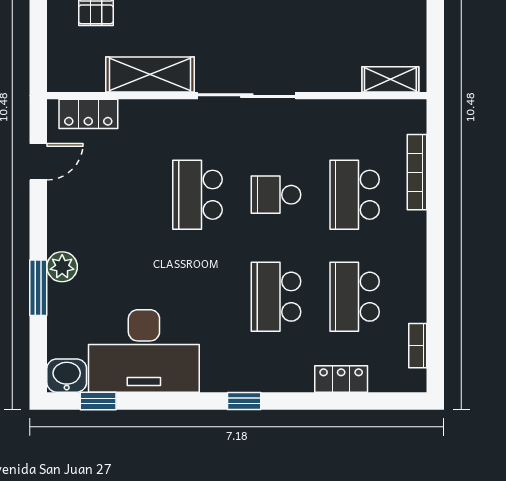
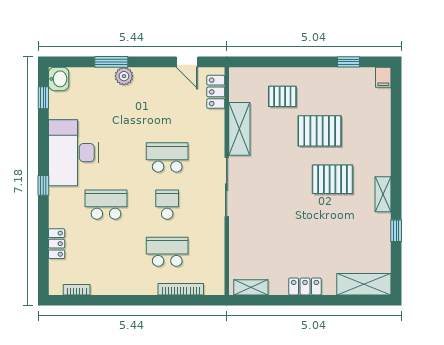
shelving: (390, 79) -> (251, 287), moved, turned 90
school desk: (355, 297) -> (106, 252), removed
desk: (144, 351) -> (73, 153), moved

